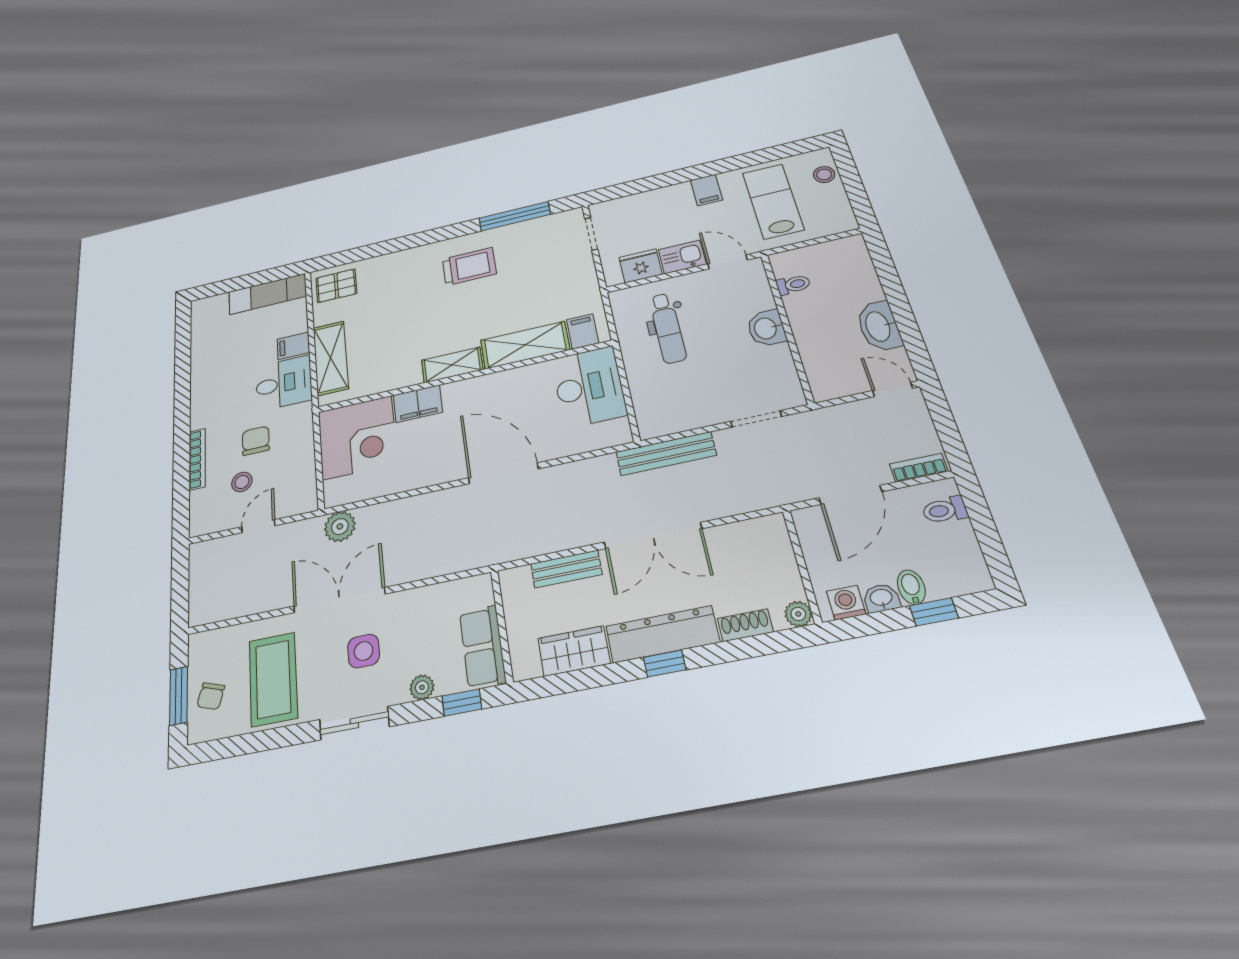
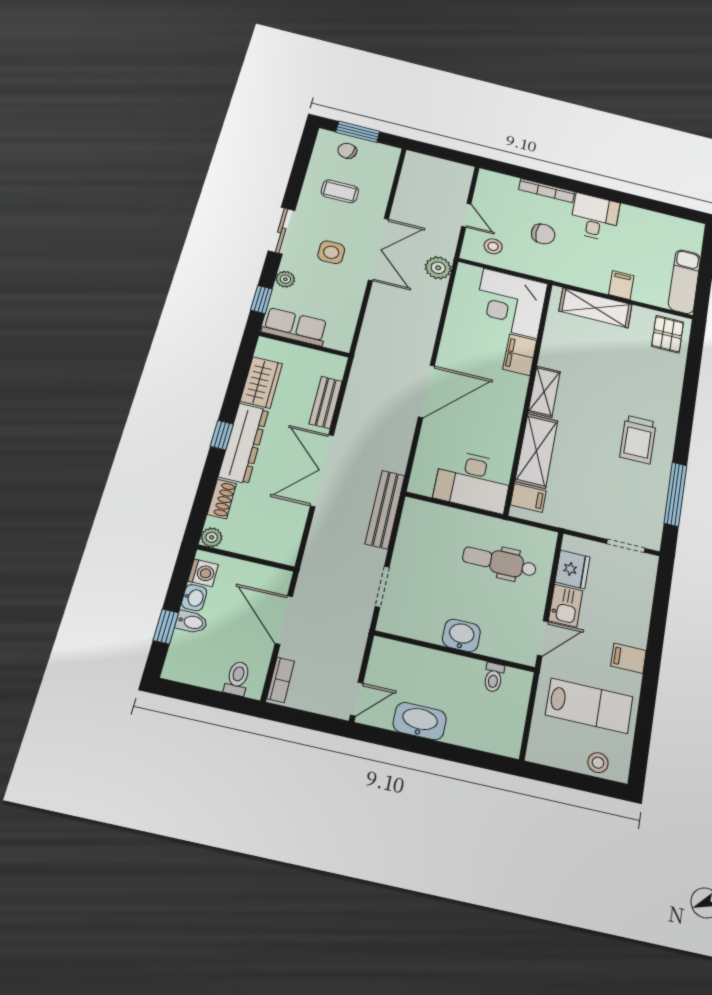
desk: (284, 383) -> (595, 217), moved, turned 180
stool: (242, 482) -> (493, 246), moved
coffee table: (273, 679) -> (340, 191), width x0.54, depth x0.58

